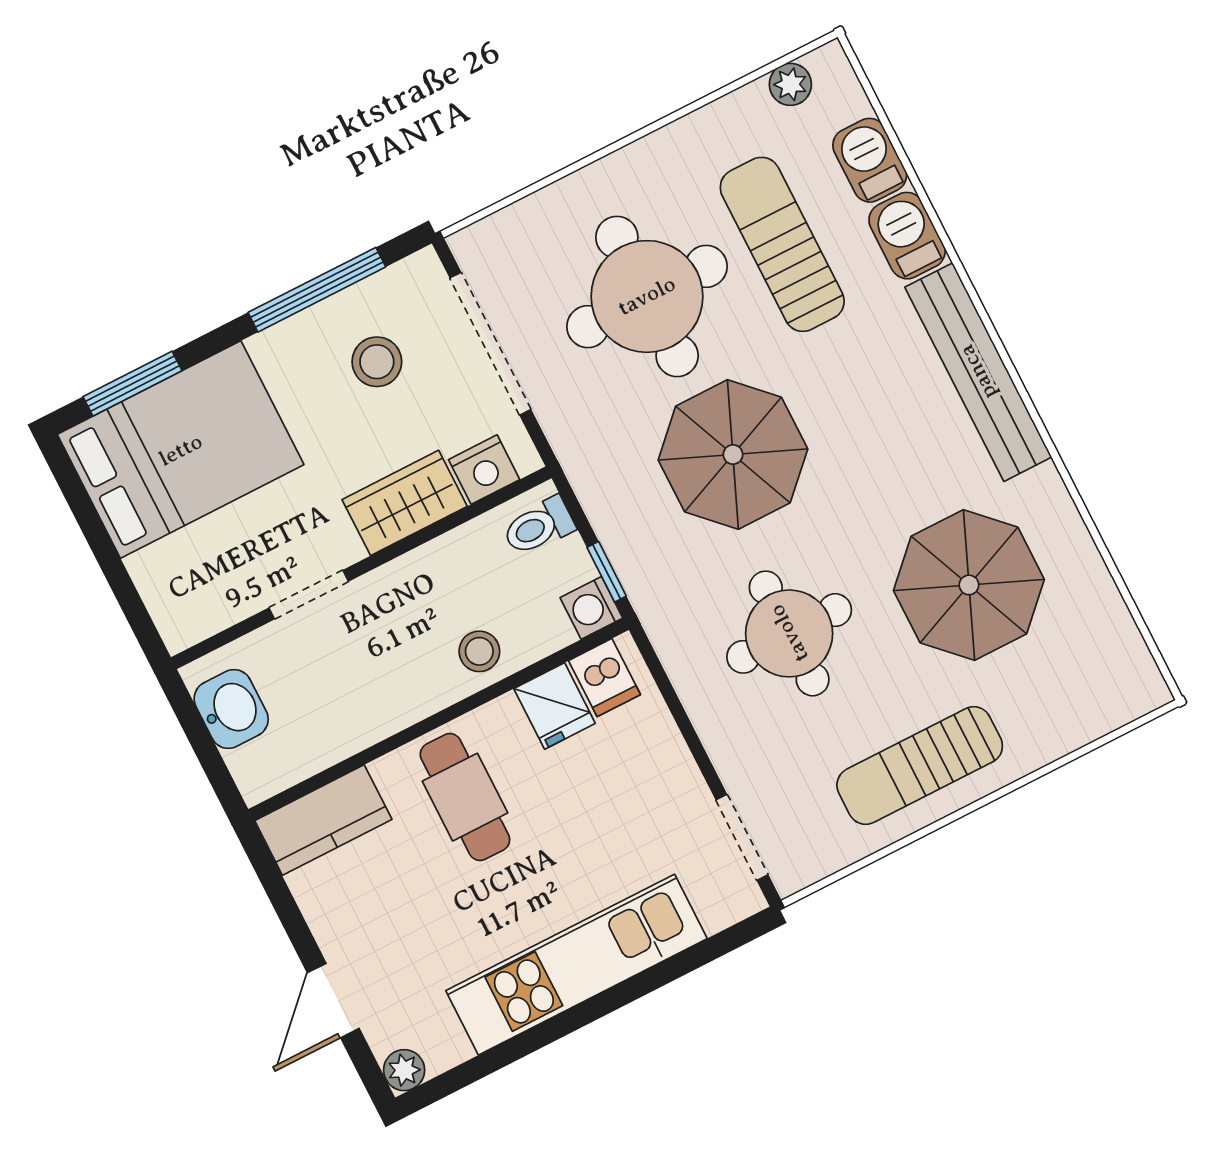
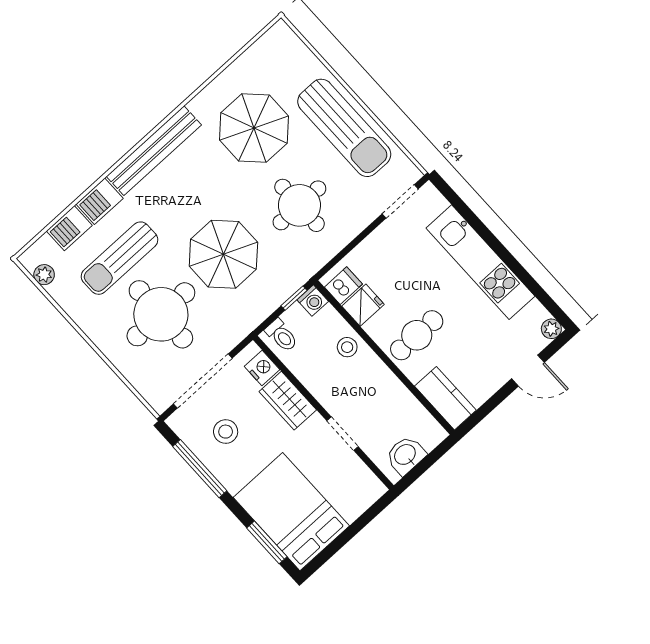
sun lounger: (920, 766) -> (344, 128), width x1.36, depth x1.34

